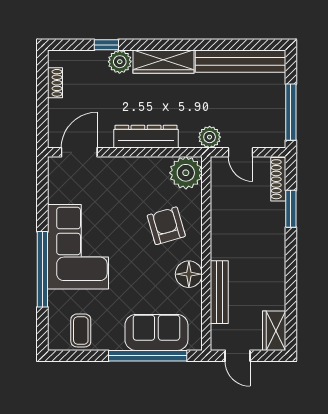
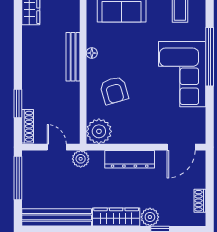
floor lamp: (189, 274) -> (92, 53), width x0.53, depth x0.53
bench: (219, 292) -> (73, 57), moved

